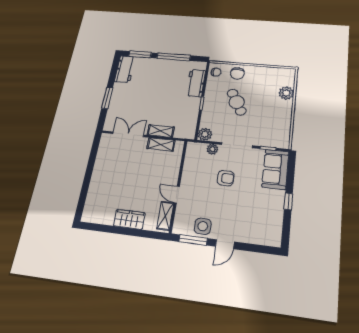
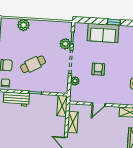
shelving: (161, 131) -> (62, 106), moved
plant: (205, 134) -> (65, 44), moved
sofa: (275, 169) -> (103, 33), moved
door: (177, 195) -> (99, 104), moved

